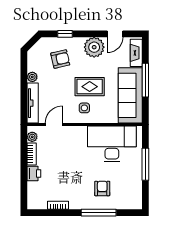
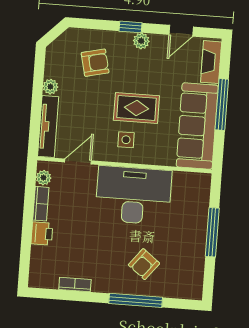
window: (65, 34) -> (131, 27), moved
plant: (94, 47) -> (141, 41), width x0.53, depth x0.53
desk: (112, 144) -> (133, 195), moved
armchair: (102, 188) -> (144, 264), turned -142

